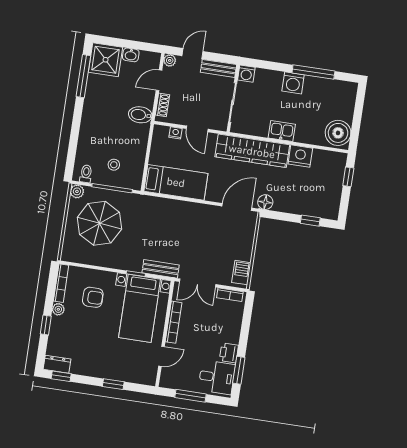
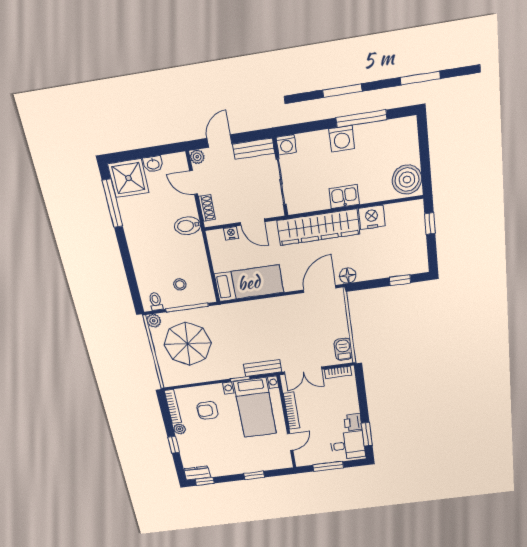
door: (159, 80) -> (194, 182), hinge flipped
armchair: (93, 297) -> (207, 410), turned 180

